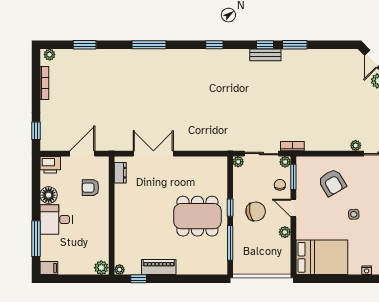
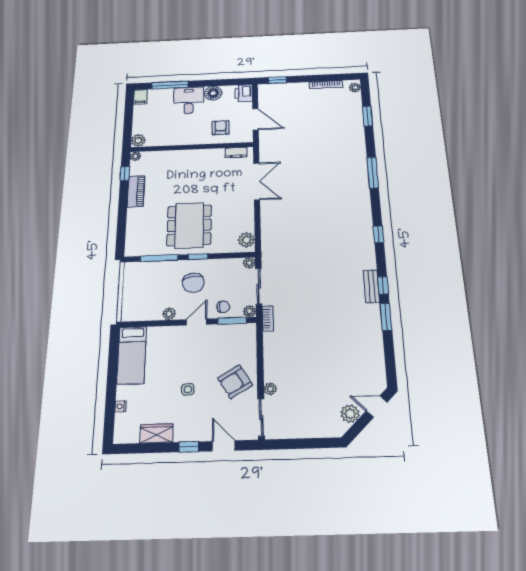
plant: (215, 164) -> (246, 240), added
armchair: (332, 183) -> (235, 382), moved
bed: (322, 257) -> (132, 355), width x0.67

